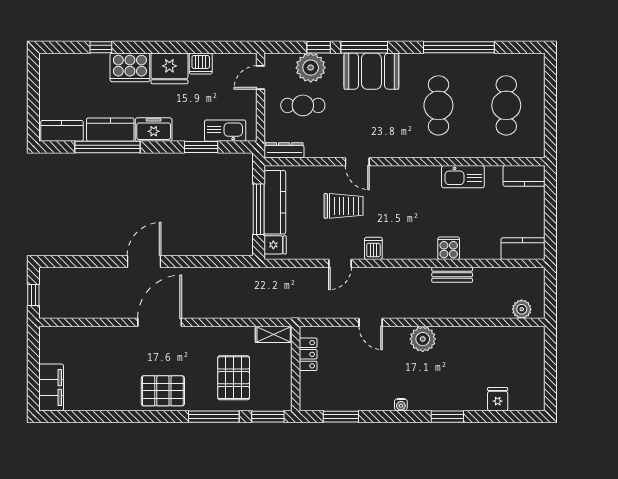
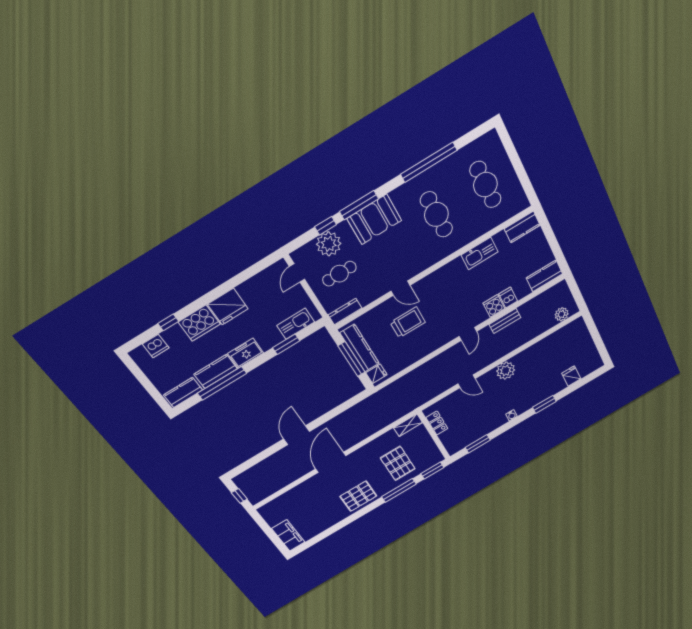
dishwasher: (201, 63) -> (156, 346), moved
dishwasher: (373, 248) -> (508, 297), moved
door: (340, 263) -> (468, 334), moved

